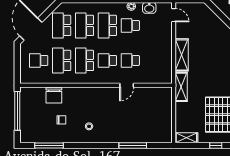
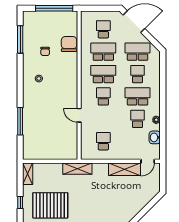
school desk: (85, 25) -> (138, 74), width x0.54
shelving: (182, 55) -> (125, 169), moved
school desk: (130, 60) -> (103, 141), moved
chair: (54, 95) -> (69, 44), turned 90

